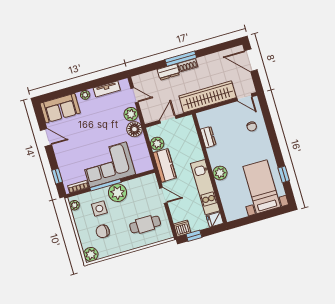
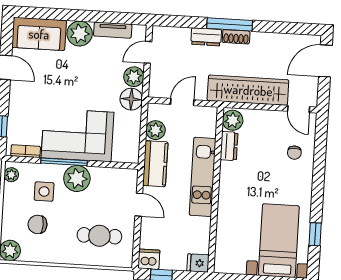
door: (251, 60) -> (325, 61), hinge flipped
plant: (85, 95) -> (80, 34), width x1.88, depth x1.88
door: (134, 95) -> (148, 52), swing flipped
plant: (220, 173) -> (233, 120), moved
kitchen unit: (205, 187) -> (203, 177), moved

